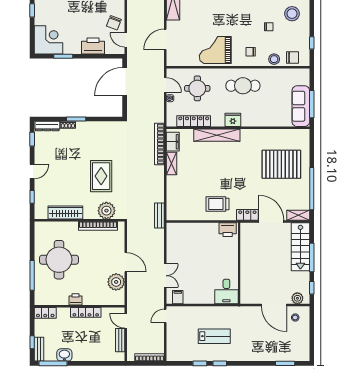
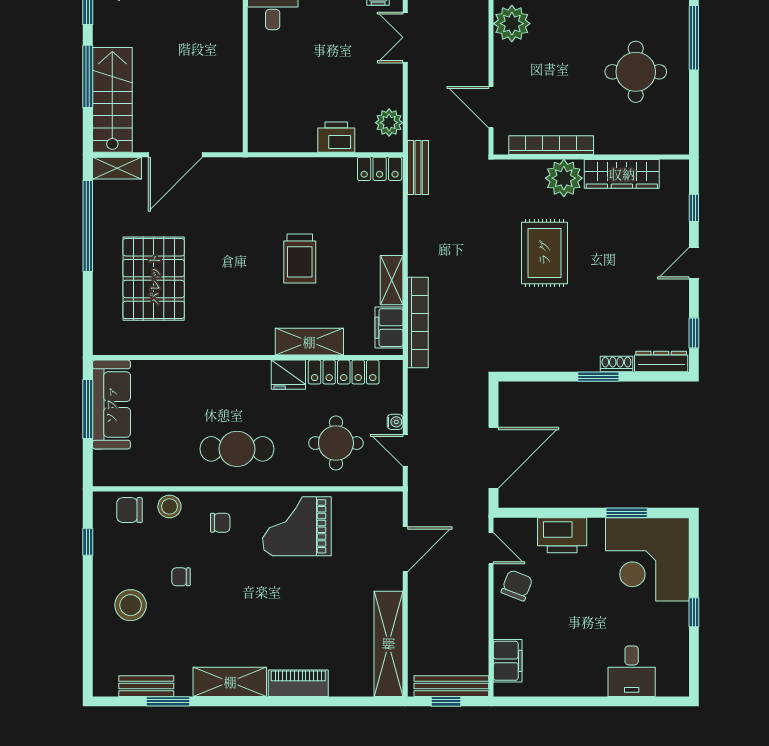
corner desk: (48, 40) -> (647, 559), width x1.36, depth x1.36
grand piano: (215, 50) -> (297, 526), turned 180
fridge: (233, 120) -> (288, 375), moved
shelving: (217, 135) -> (309, 342), width x0.68
pallet: (281, 164) -> (154, 279), turned 90
trolley: (217, 204) -> (300, 259), moved, turned 90
plant: (106, 211) -> (564, 178), moved
locker: (247, 215) -> (380, 169), moved
door: (271, 221) -> (175, 155), hinge flipped
printer: (228, 230) -> (336, 137), moved
plant: (173, 236) -> (389, 123), added
round table: (59, 260) -> (636, 72), width x0.73, depth x0.73
door: (126, 262) -> (491, 107), moved

